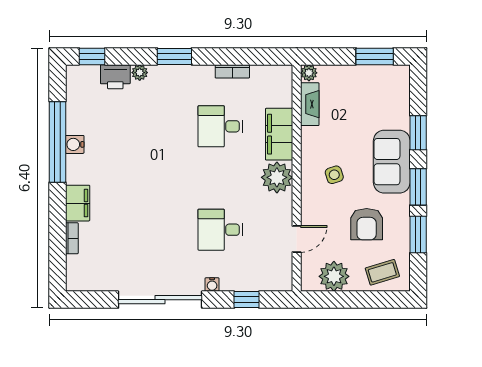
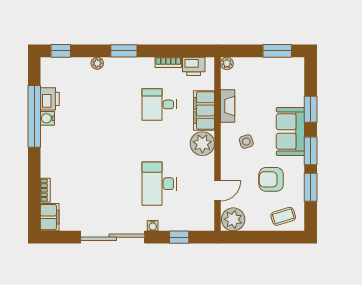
printer: (115, 77) -> (50, 99), moved, turned -90
printer: (266, 77) -> (194, 66), added
fireplace: (310, 104) -> (228, 106), moved
filing cabinet: (78, 203) -> (50, 217), moved
armchair: (367, 224) -> (271, 179), turned 90
desk: (220, 230) -> (159, 184), width x1.37
plant: (334, 276) -> (233, 219), moved

